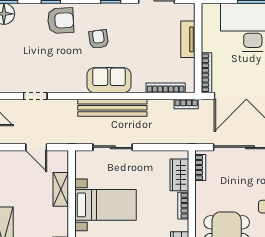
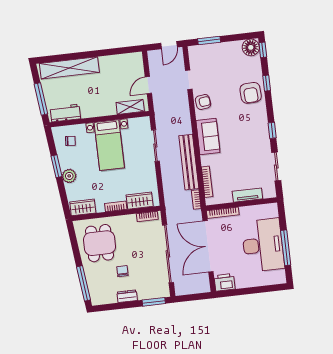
armchair: (99, 39) -> (203, 102), moved
bench: (112, 108) -> (189, 162), moved
shelving: (61, 189) -> (130, 107), moved

